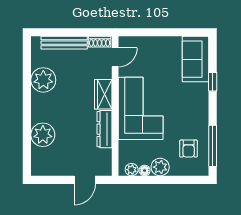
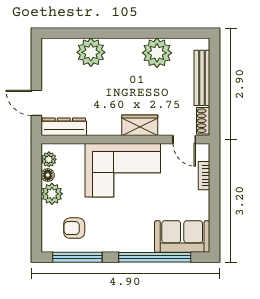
bookcase: (145, 41) -> (204, 176), added
window: (213, 82) -> (155, 257), width x3.17
dresser: (105, 129) -> (64, 127), moved

